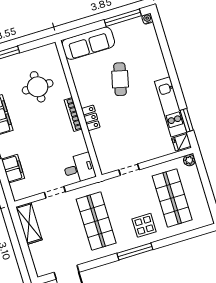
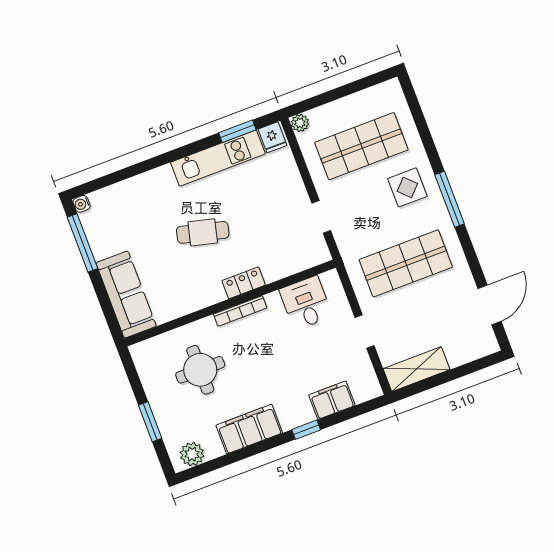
cafe table: (120, 79) -> (203, 232), moved
desk: (79, 168) -> (306, 303), moved

